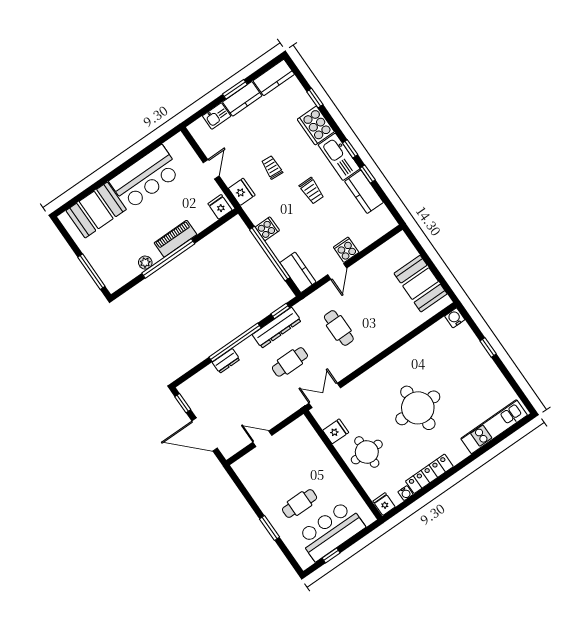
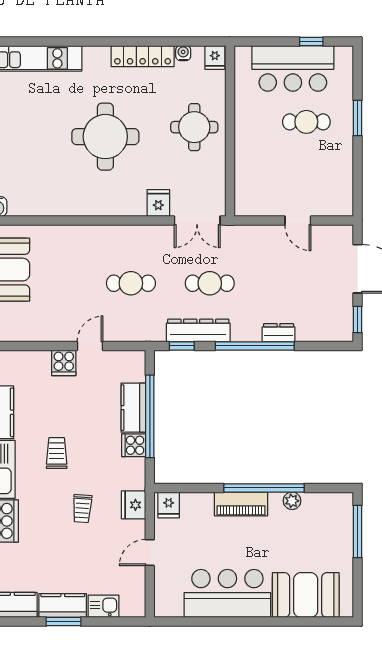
kitchen counter: (298, 272) -> (133, 408), moved
cafe table: (339, 328) -> (131, 283), turned 90
fridge: (336, 431) -> (158, 203), moved, turned 90

